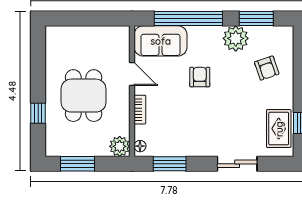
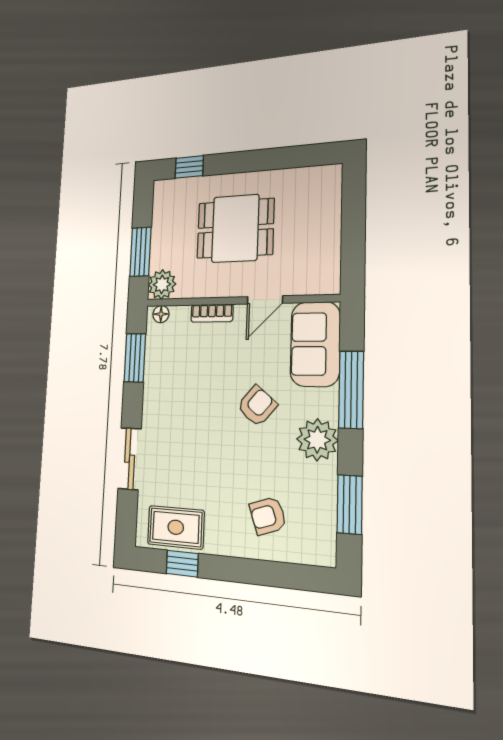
window: (188, 19) -> (351, 390), width x0.68
plant: (236, 38) -> (317, 440), moved
armchair: (200, 77) -> (257, 406), turned -50
window: (38, 113) -> (189, 167), moved
window: (77, 164) -> (140, 252), moved

